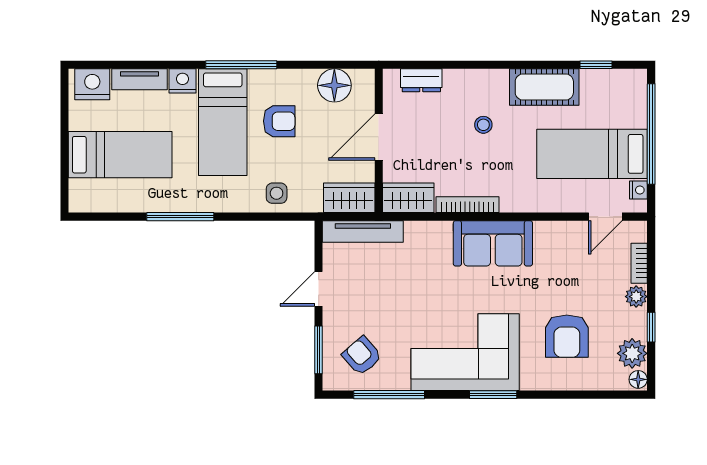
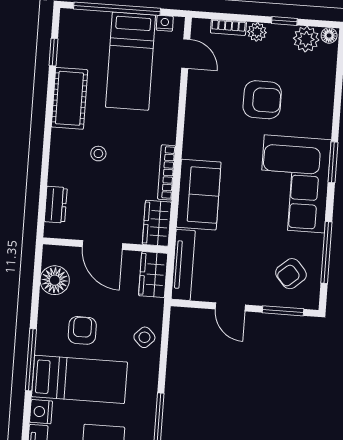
side table: (277, 193) -> (144, 337), turned 45
sofa: (493, 243) -> (199, 195), moved
armchair: (567, 336) -> (262, 100), moved

